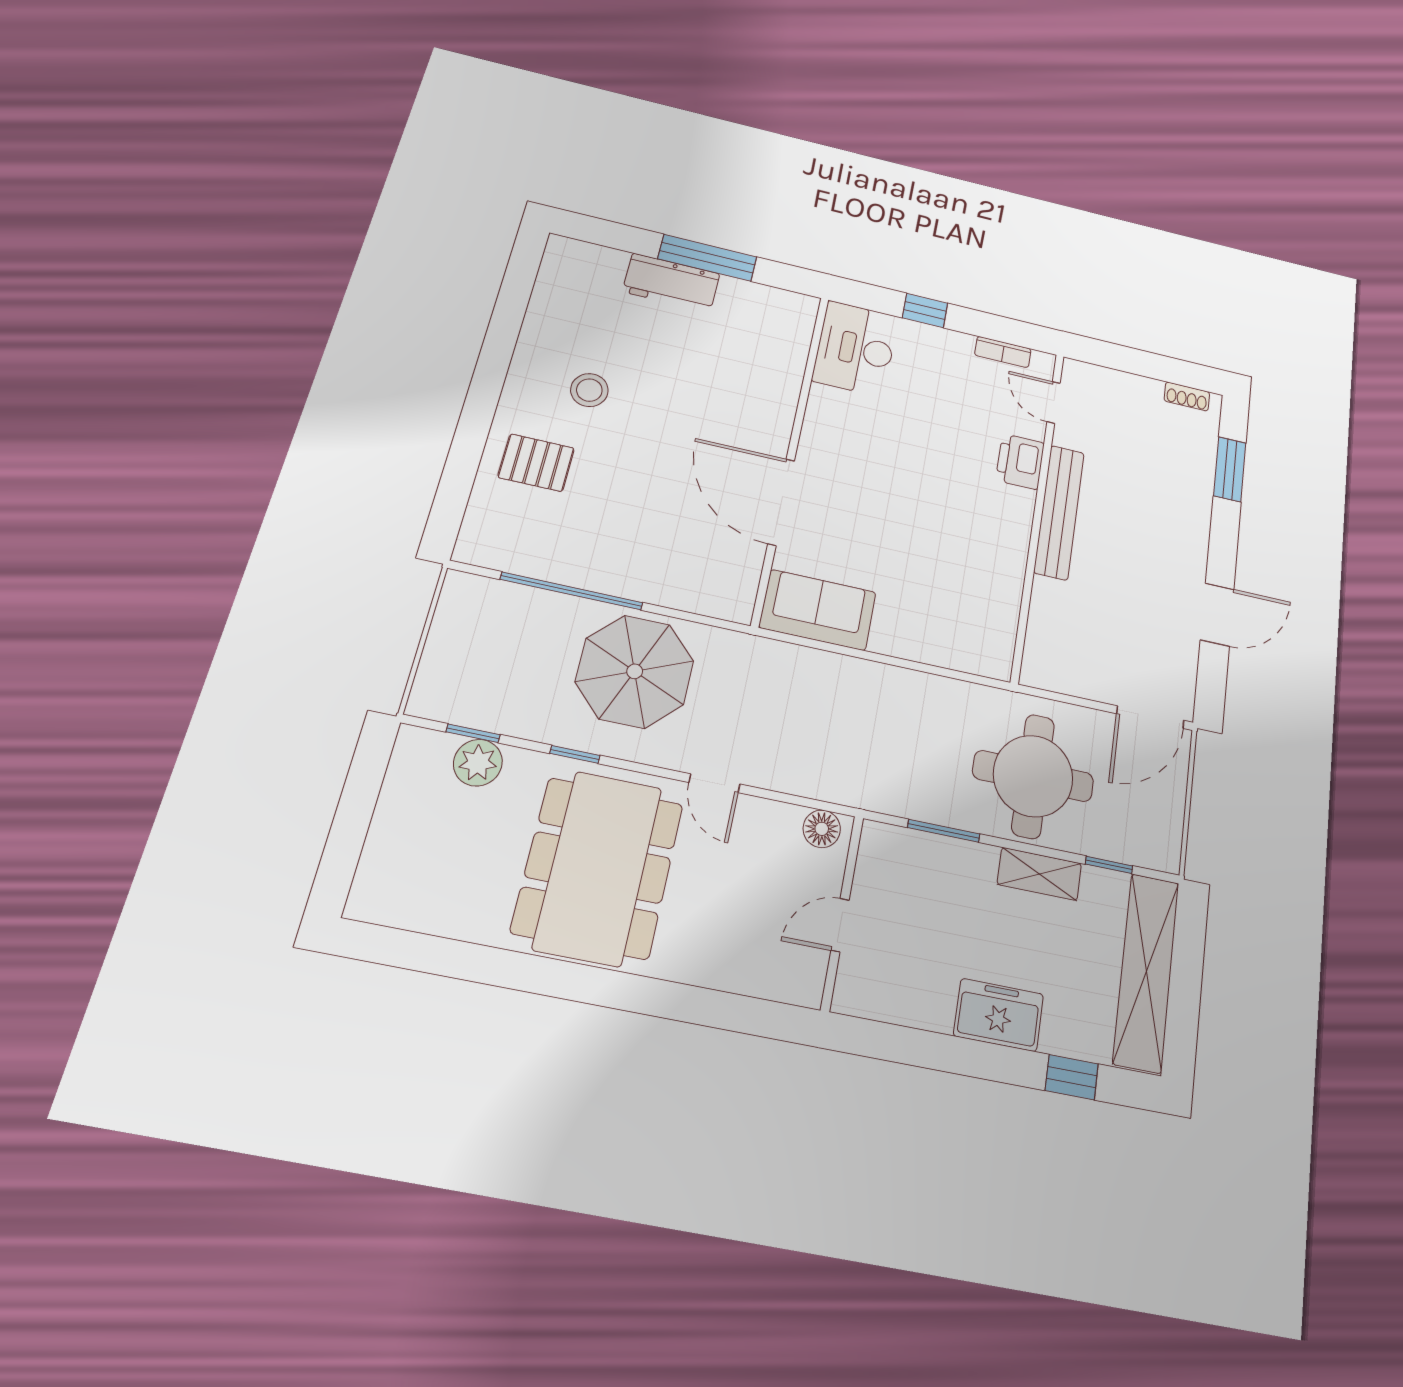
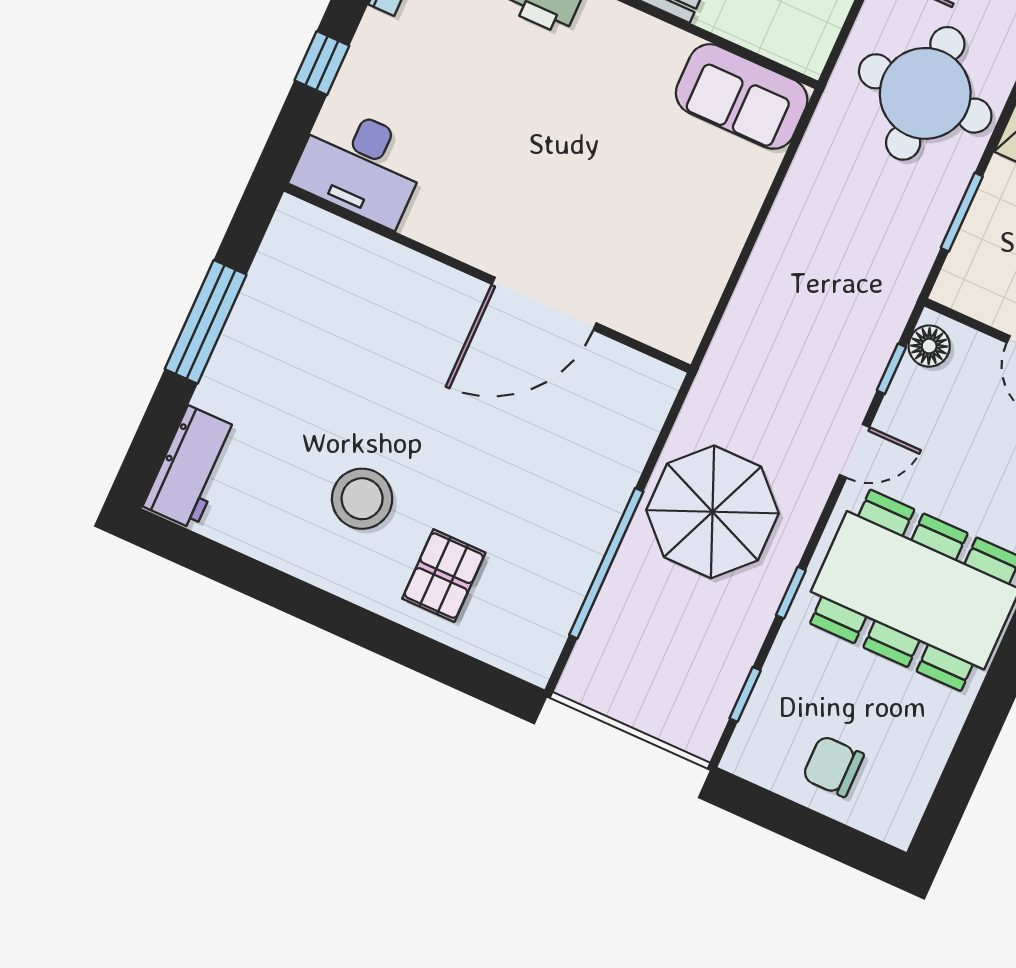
workbench: (671, 283) -> (191, 467), moved
stool: (589, 390) -> (362, 499), width x1.38, depth x1.38
sofa: (818, 610) -> (742, 96), moved, turned -90
plant: (478, 763) -> (778, 694), removed
window: (794, 800) -> (891, 369), added
chair: (417, 828) -> (833, 766), added

